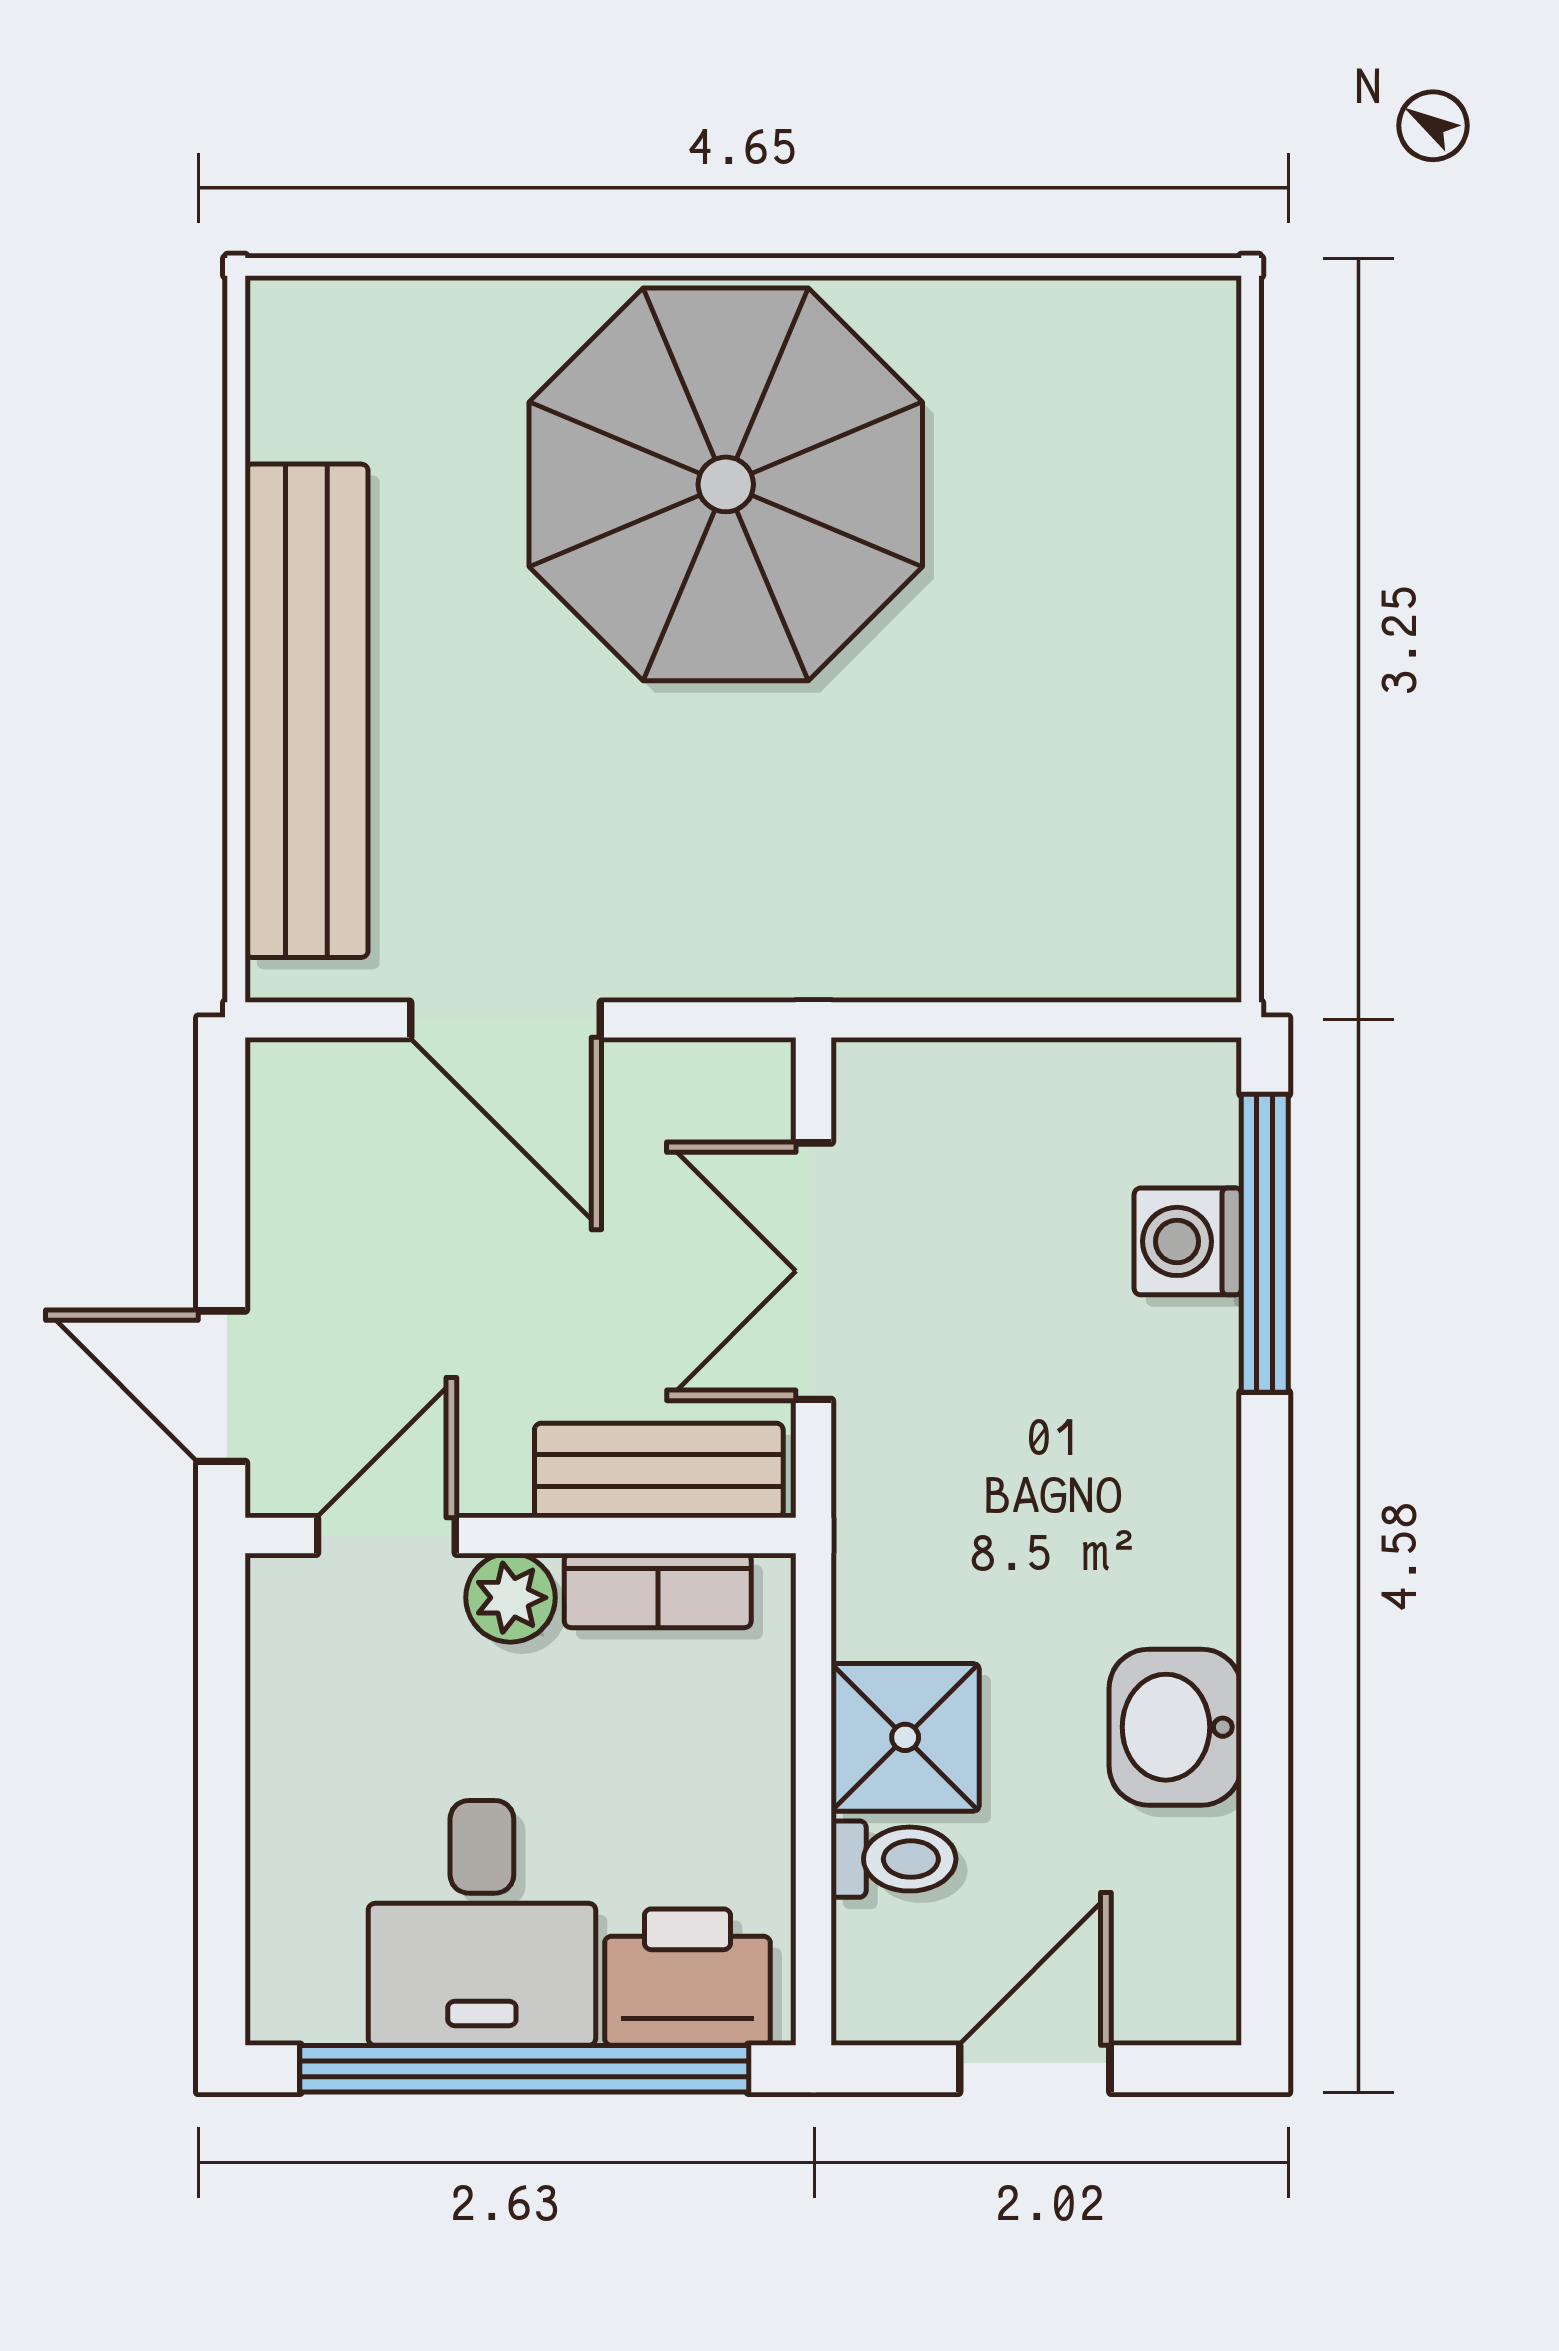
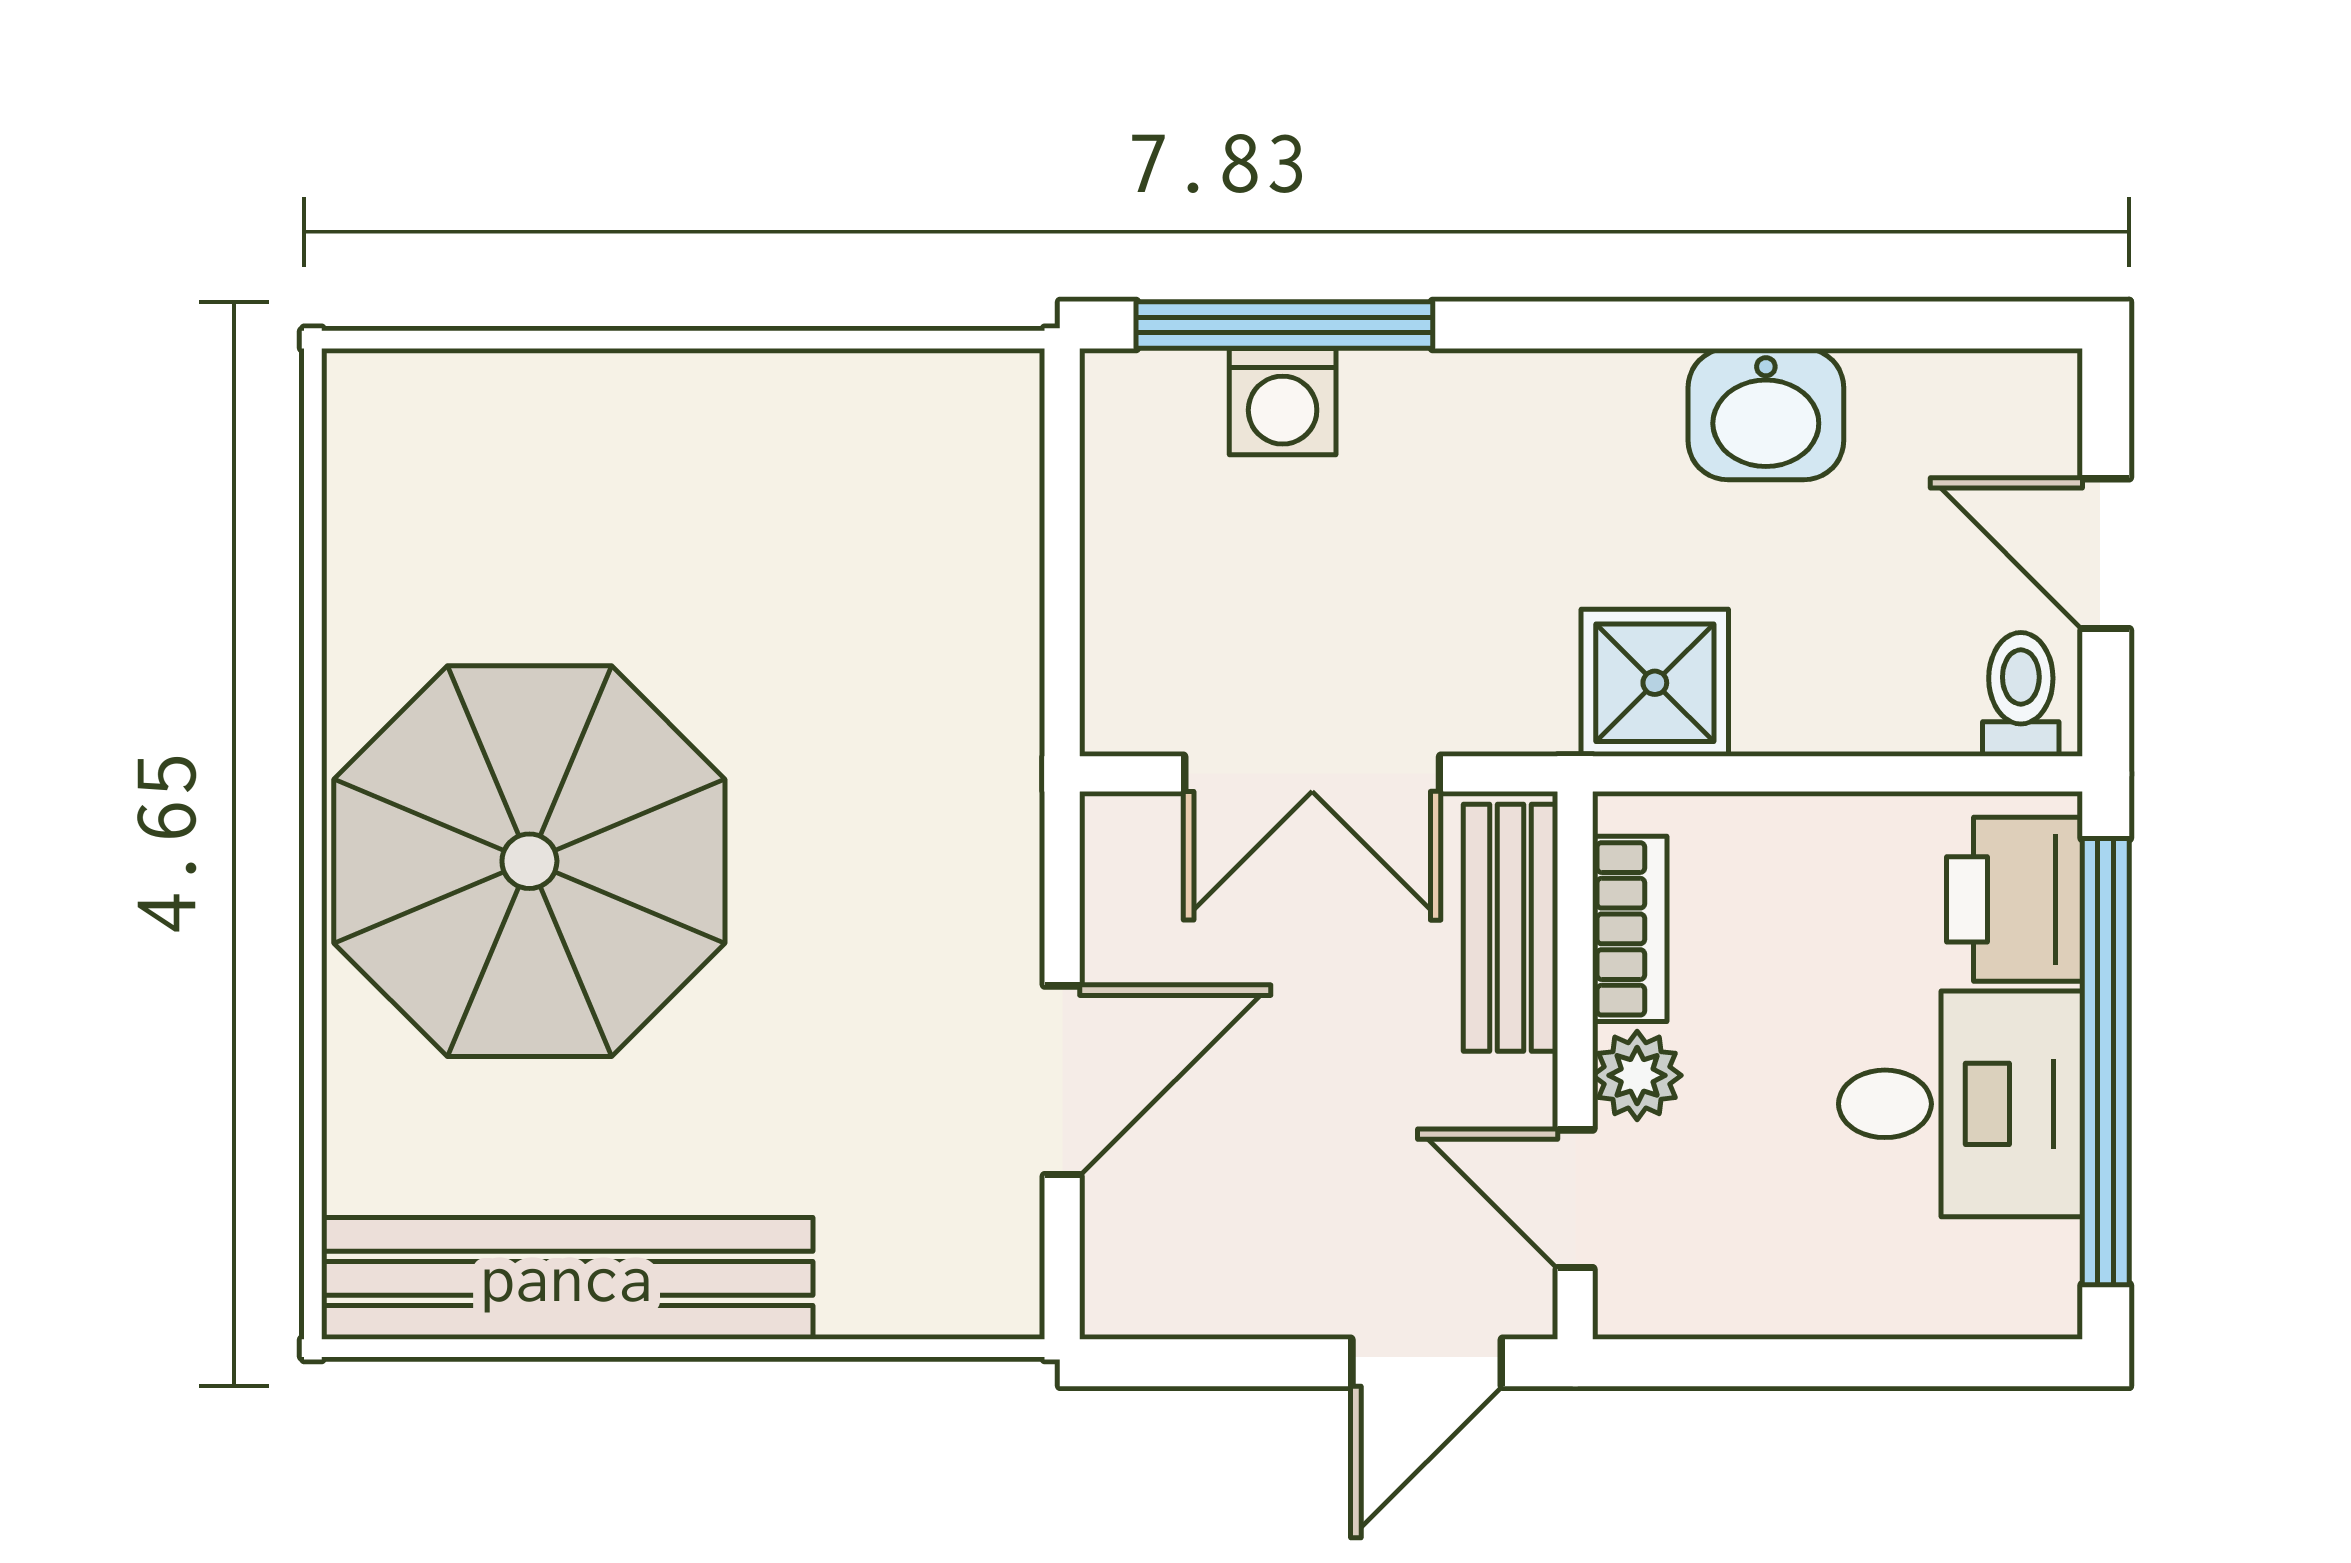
bench: (306, 711) -> (567, 1278), moved
shower: (905, 1737) -> (1655, 683), moved
toilet: (893, 1859) -> (2021, 694), moved

